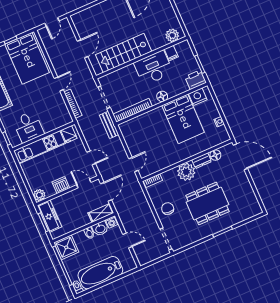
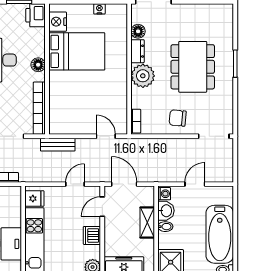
bench: (109, 125) -> (58, 145), moved
shelving: (101, 213) -> (147, 223), moved

